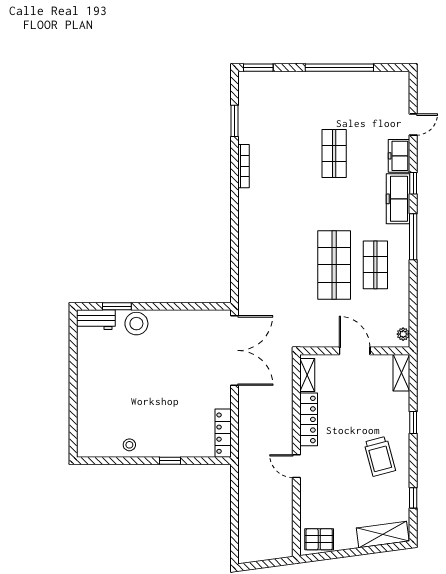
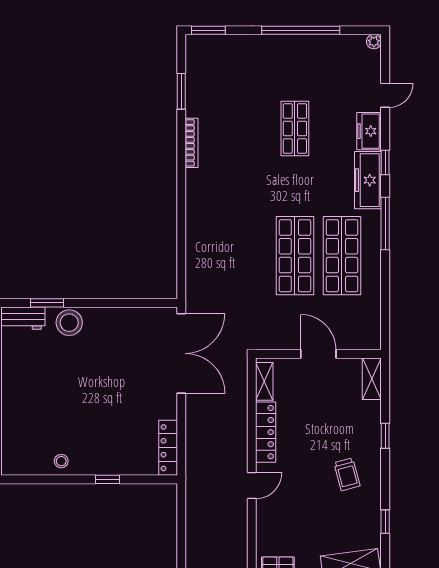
shop shelf: (375, 265) -> (342, 256), width x1.43, depth x1.36
plant: (403, 334) -> (374, 42), moved
trolley: (380, 456) -> (347, 474), width x0.73, depth x0.72
door: (296, 466) -> (252, 485), swing flipped

